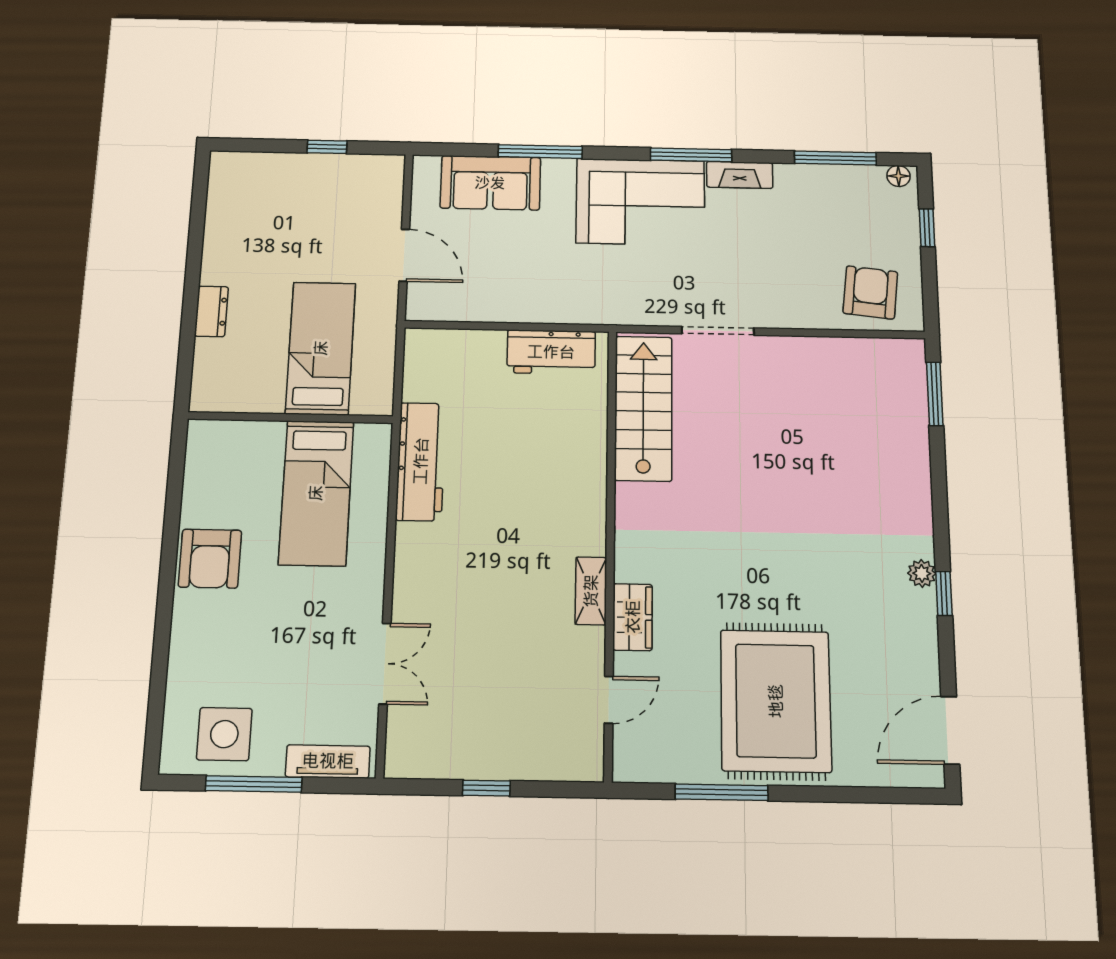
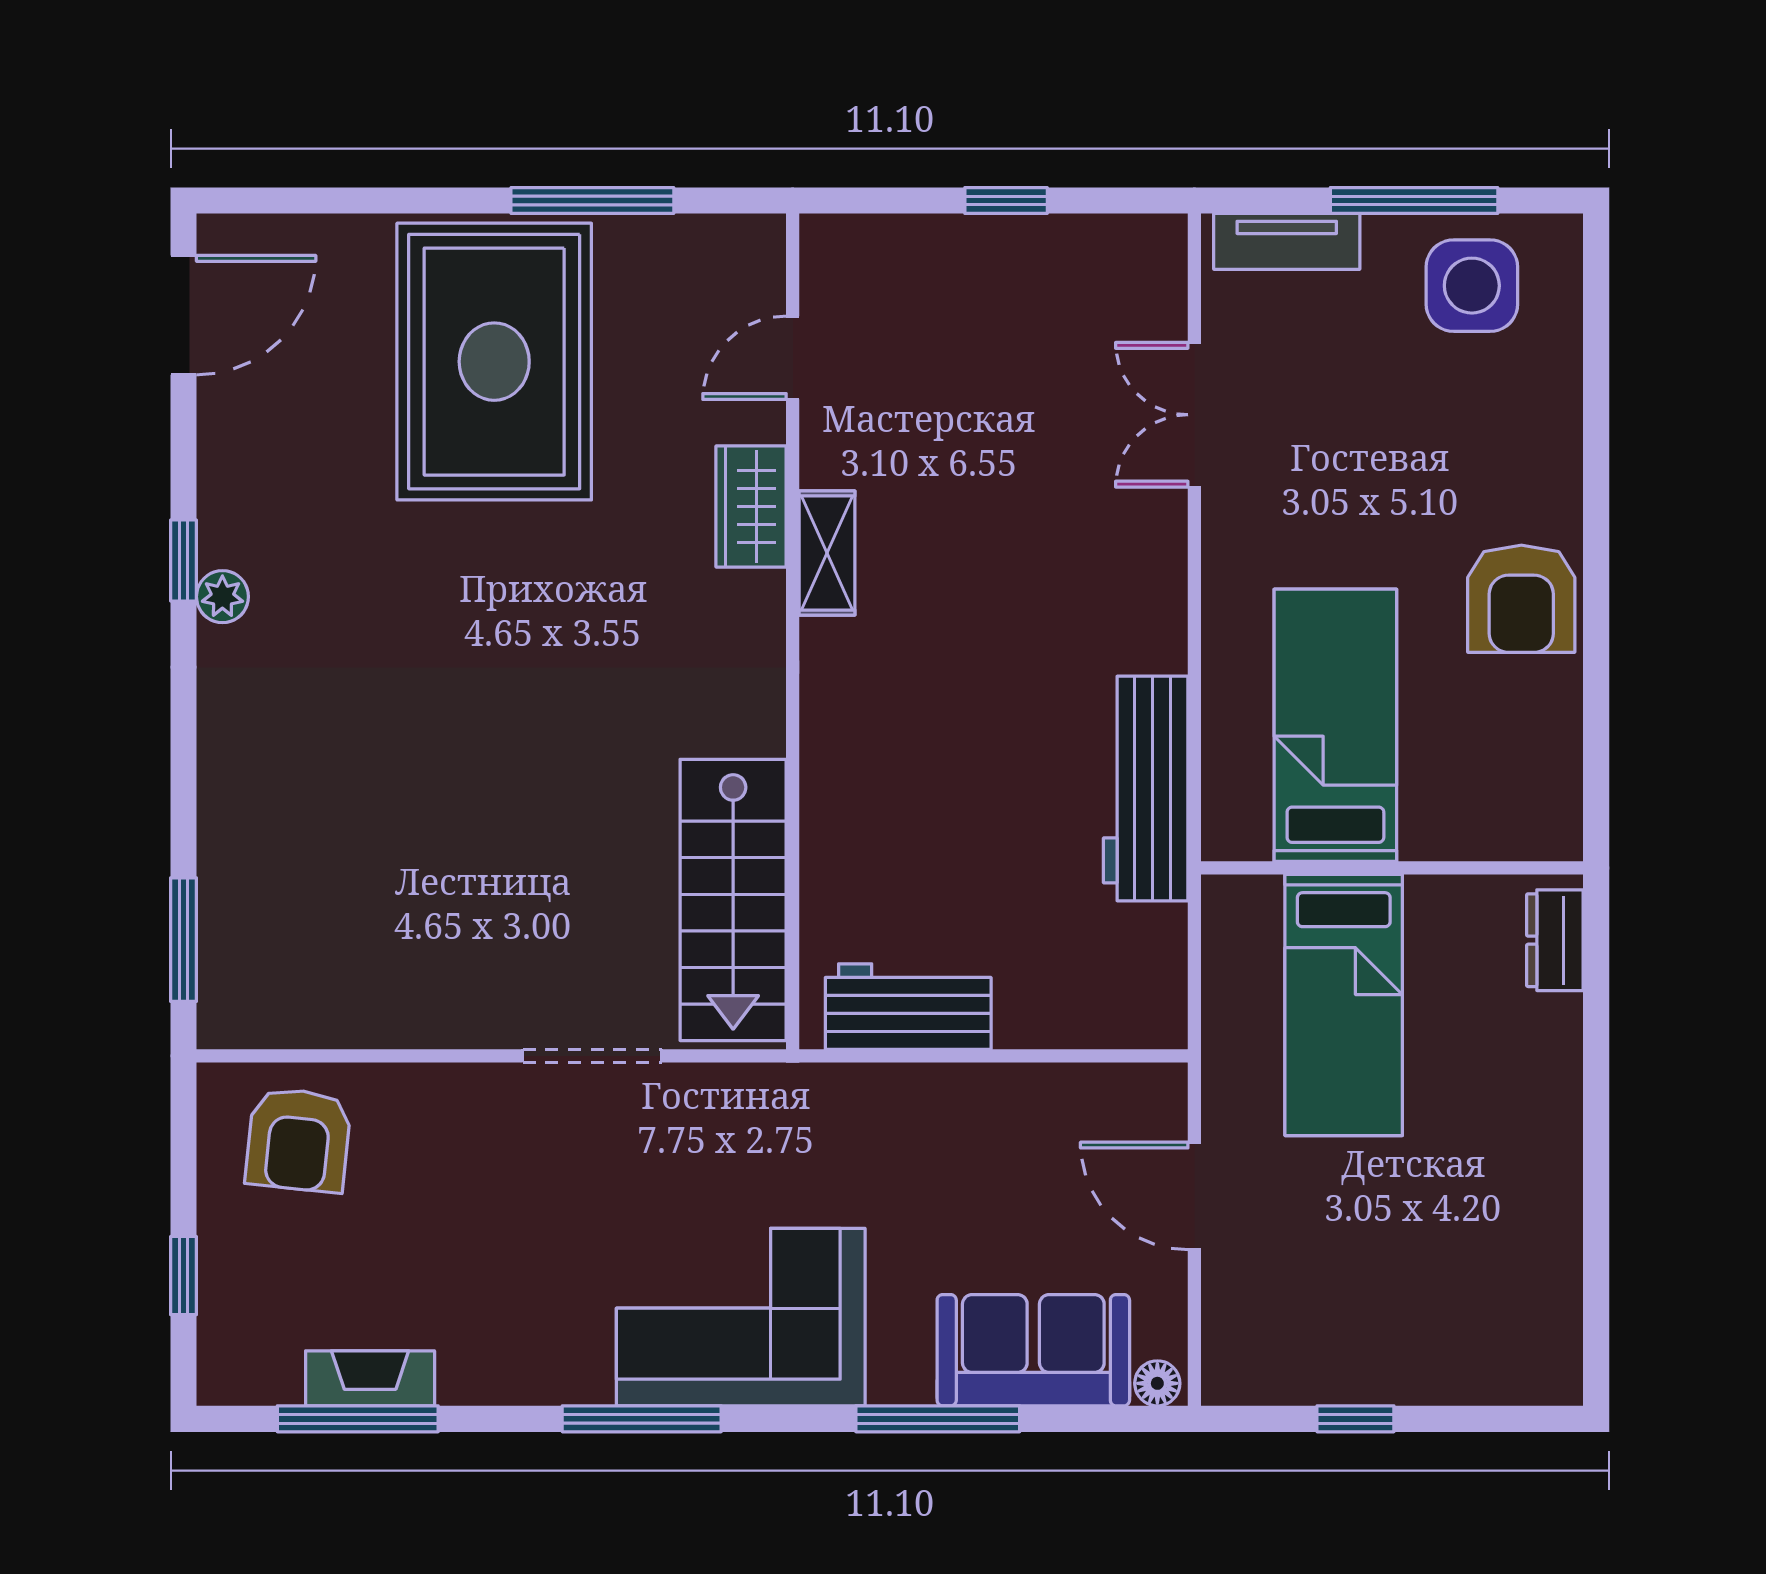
fireplace: (740, 175) -> (370, 1378), moved
floor lamp: (898, 176) -> (1157, 1383), moved
dresser: (211, 311) -> (1555, 940), moved
armchair: (210, 559) -> (1521, 599), turned 180

